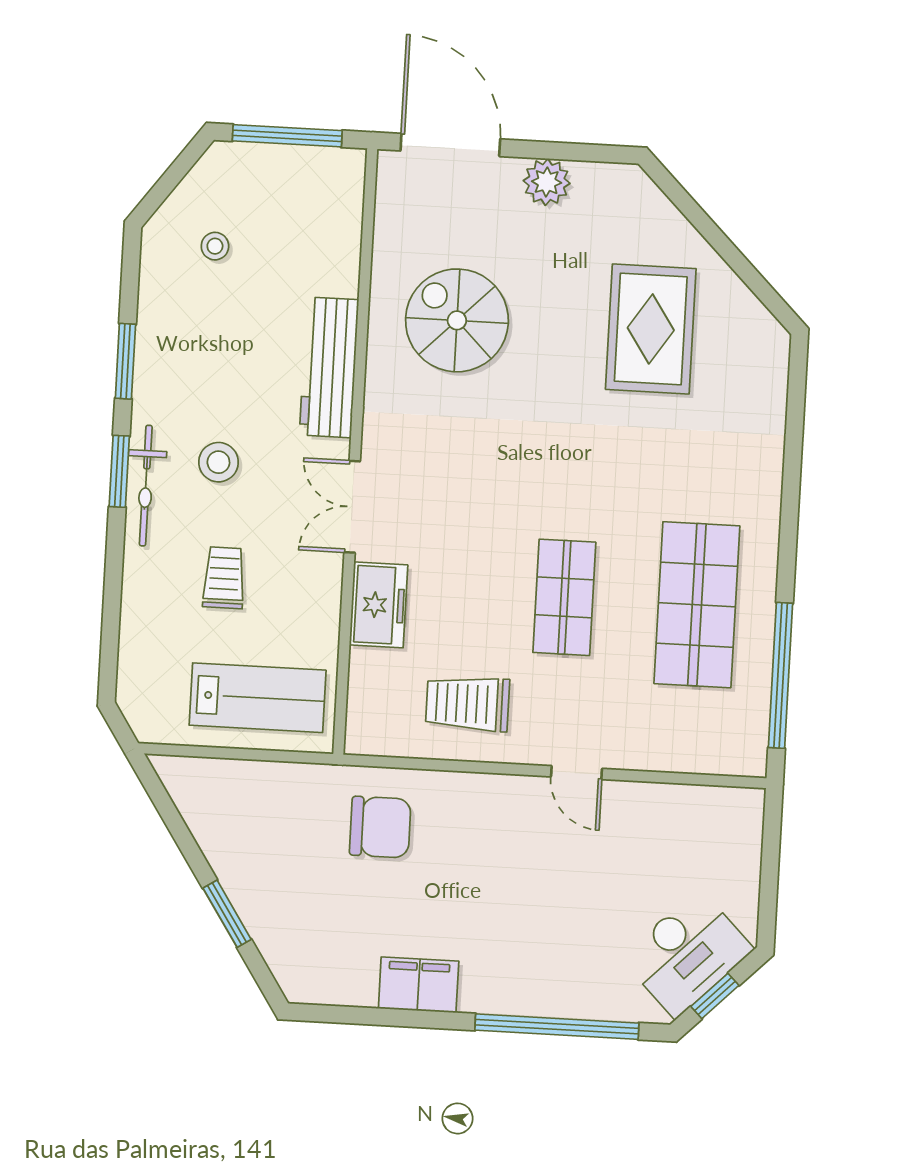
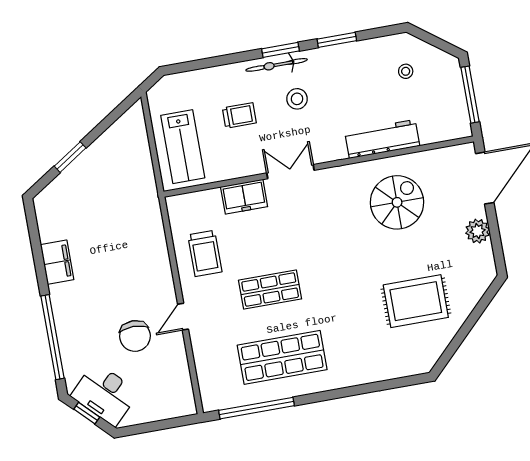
workbench: (329, 367) -> (382, 139), moved
trolley: (467, 704) -> (205, 253), turned 180
chair: (380, 827) -> (135, 336), moved

